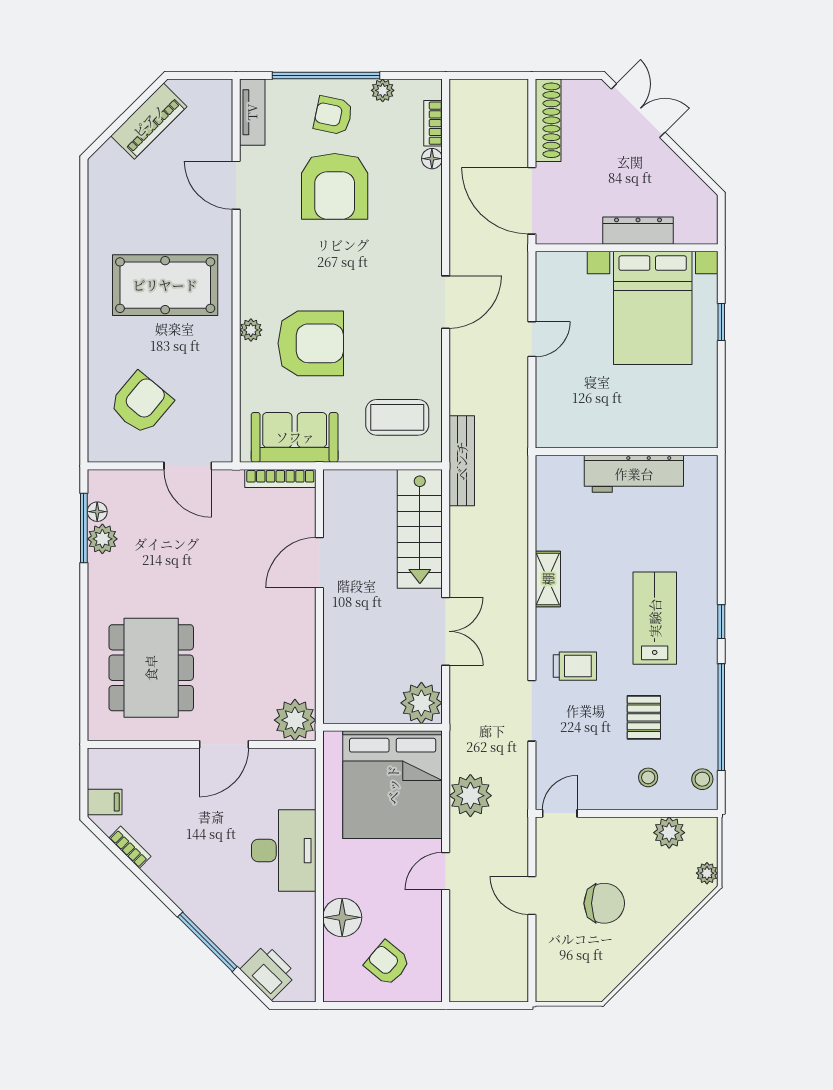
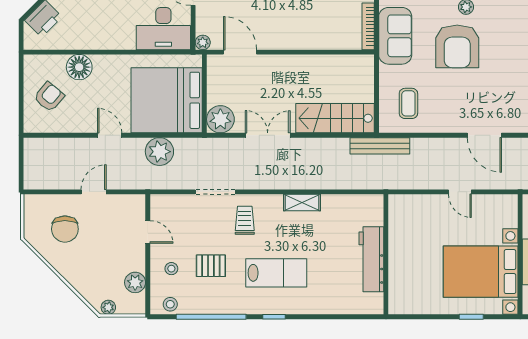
coffee table: (397, 417) -> (408, 103), width x0.73, depth x0.77
door: (319, 563) -> (240, 52), moved
double door: (446, 631) -> (268, 135), swing flipped
trolley: (575, 666) -> (245, 220), turned 180
plant: (295, 720) -> (203, 42), width x0.53, depth x0.53
door: (560, 813) -> (148, 232), moved
desk: (284, 851) -> (163, 29), moved
chair: (604, 903) -> (65, 229), moved

